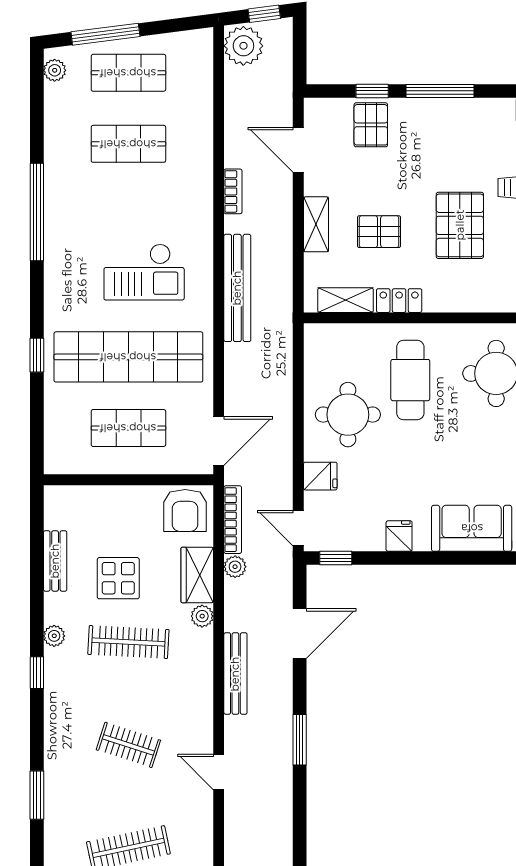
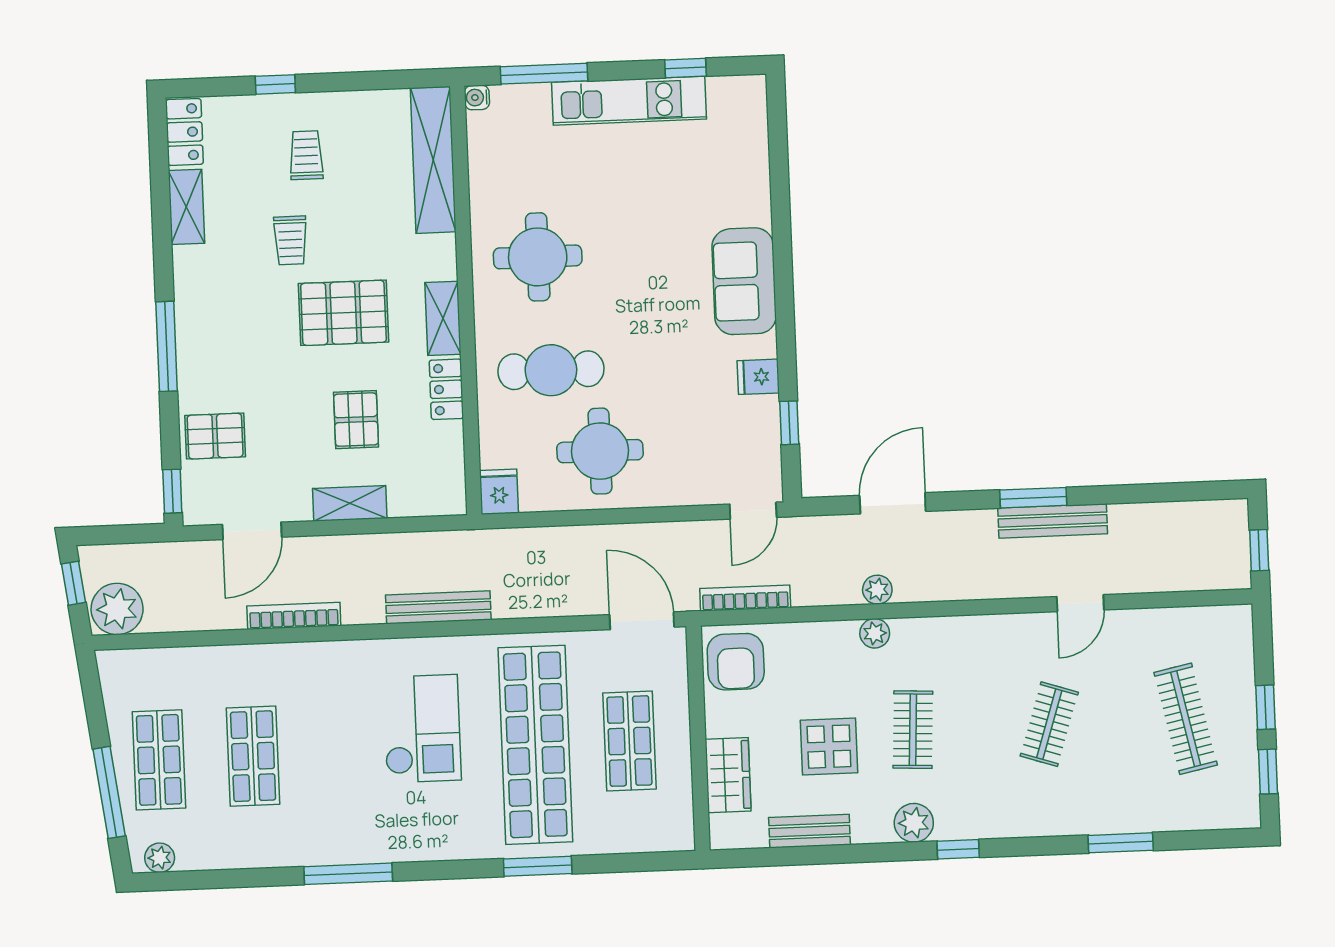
window: (372, 91) -> (172, 491), moved
bookcase: (233, 191) -> (294, 616), width x1.56
window: (37, 212) -> (348, 874), width x0.68
bench: (237, 288) -> (438, 607), width x0.73, depth x0.82
shelving: (345, 300) -> (443, 318), moved
window: (37, 355) -> (538, 866), width x1.50
fridge: (320, 476) -> (499, 492), moved
armchair: (185, 510) -> (736, 662), turned 90
window: (336, 558) -> (789, 423), moved
plant: (235, 567) -> (877, 590), moved
wardrobe: (197, 575) -> (728, 775), moved, turned -90
door: (300, 634) -> (893, 503), hinge flipped
plant: (54, 636) -> (914, 823), width x1.38, depth x1.38
clothes rail: (128, 642) -> (913, 730), width x0.73
bench: (235, 674) -> (1053, 521), moved

